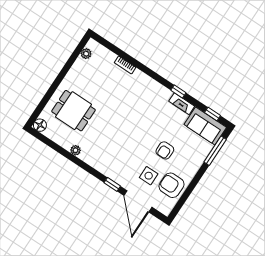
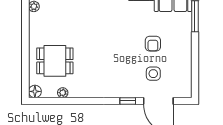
plant: (76, 150) -> (63, 93), moved
armchair: (171, 185) -> (178, 69), removed

